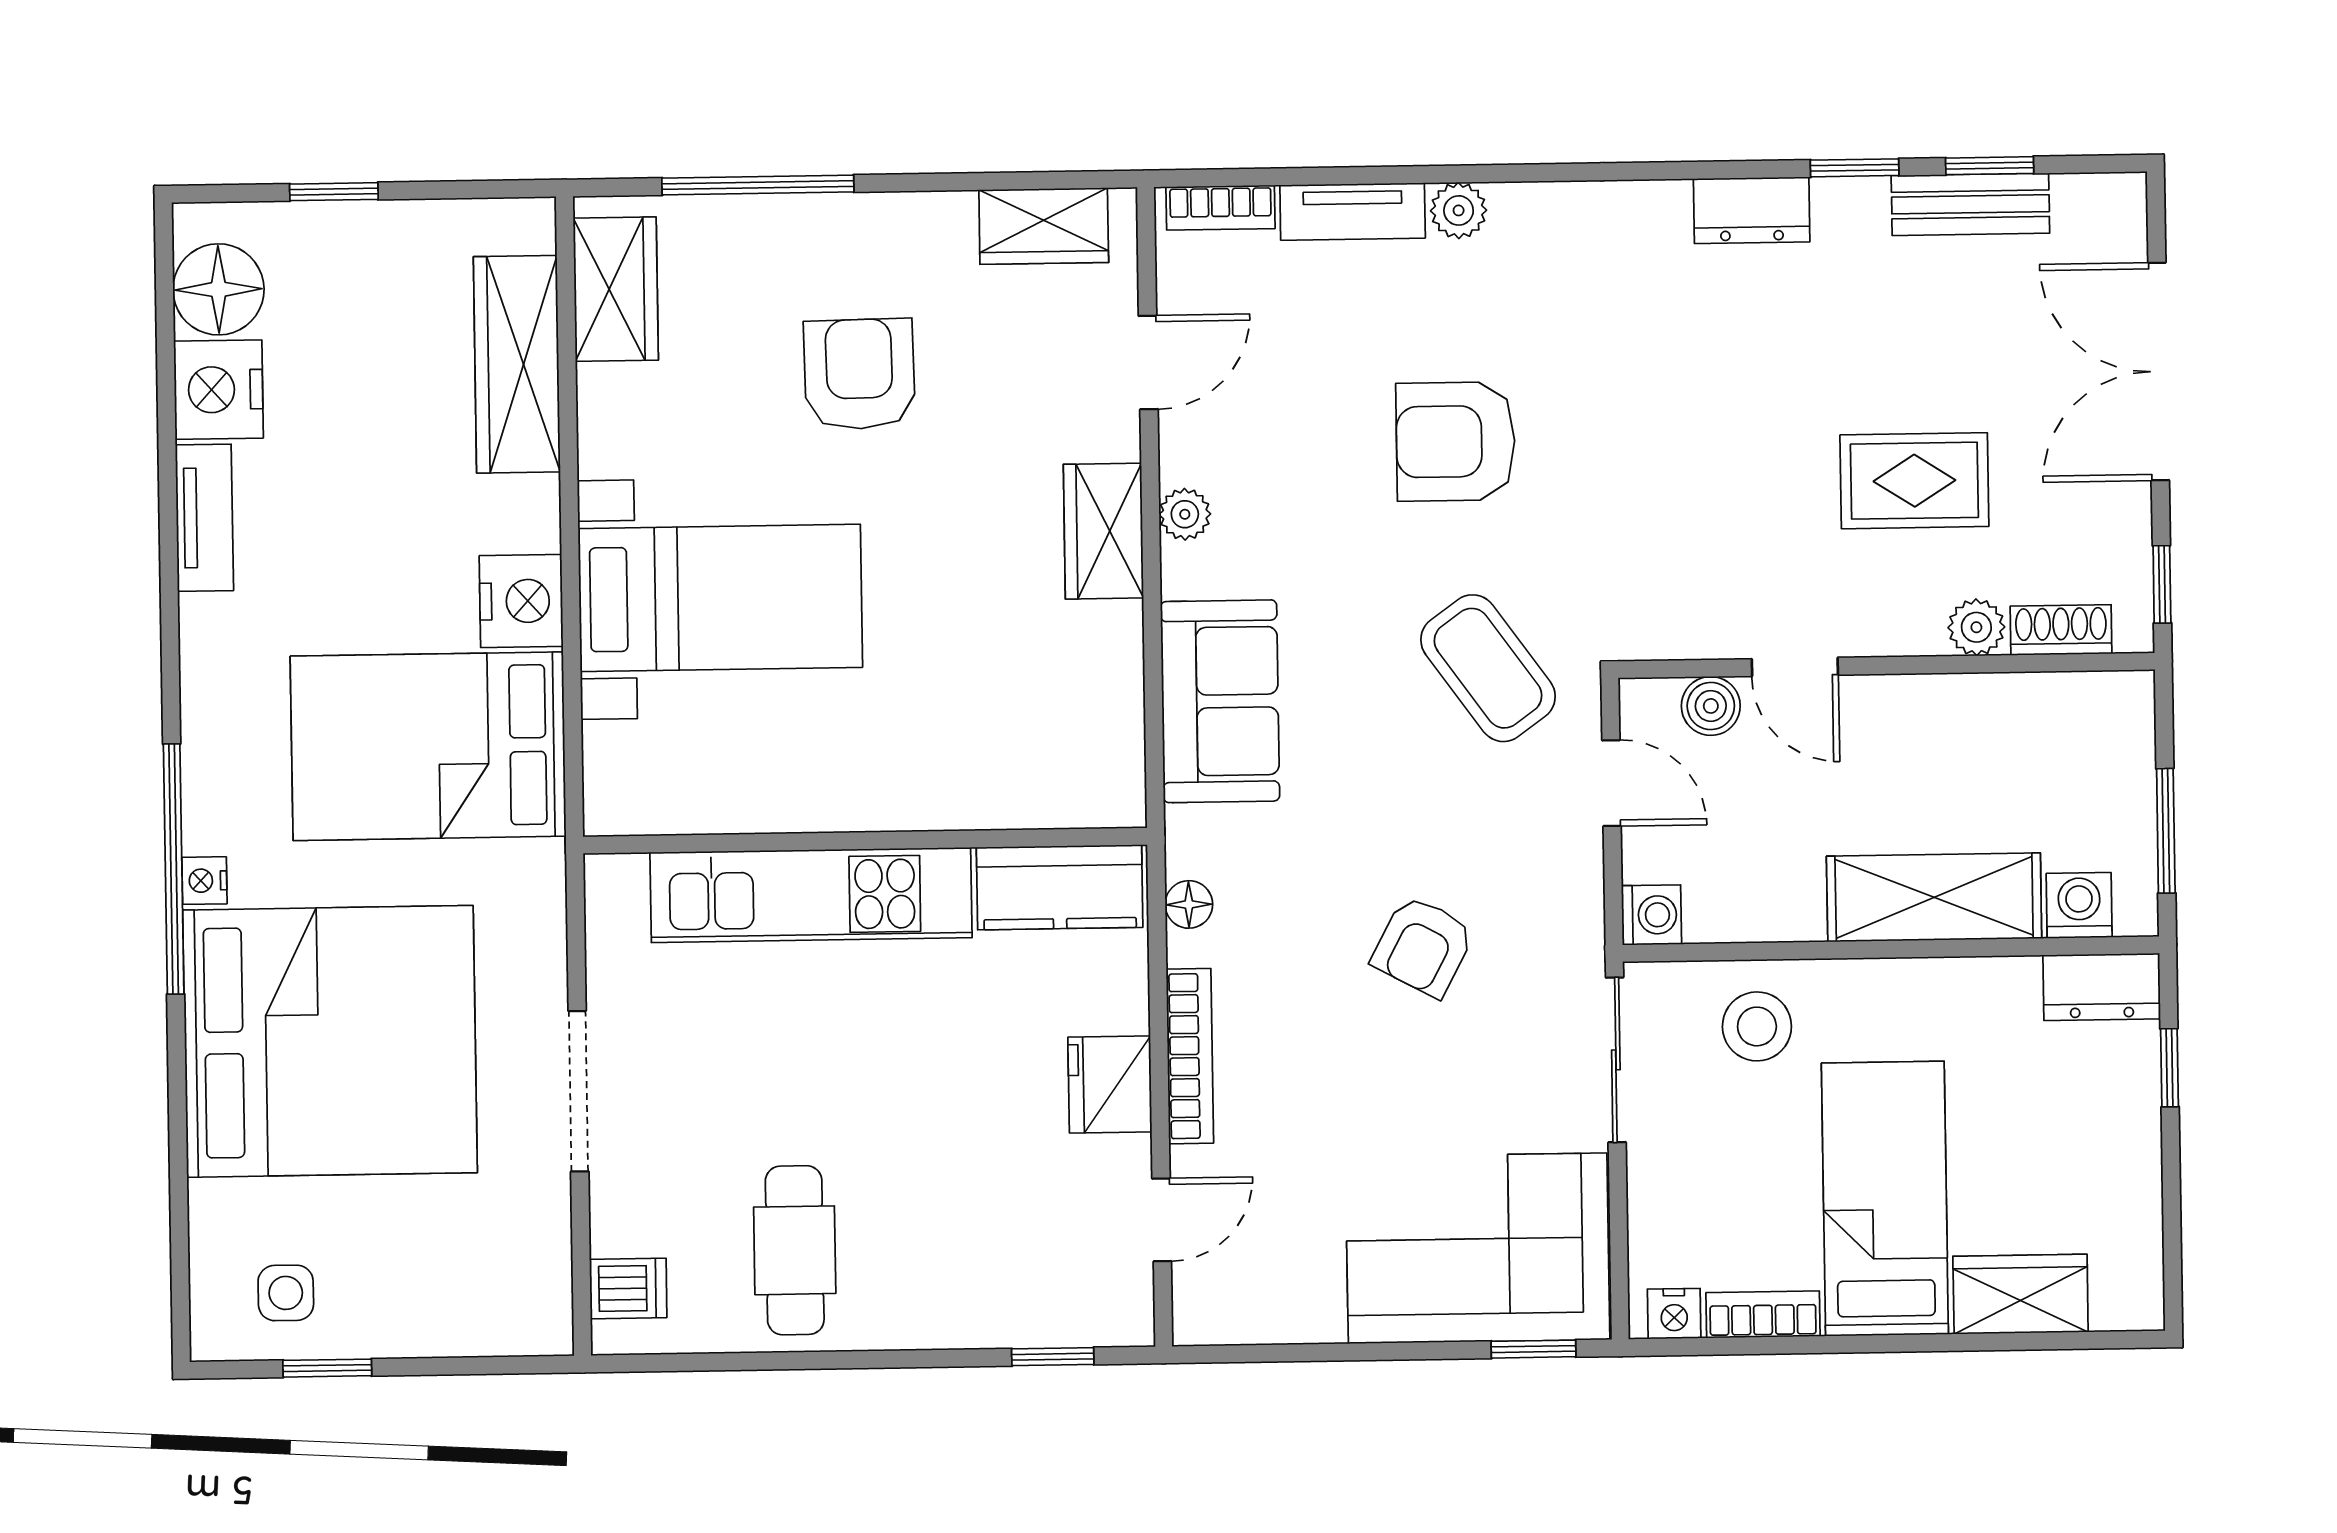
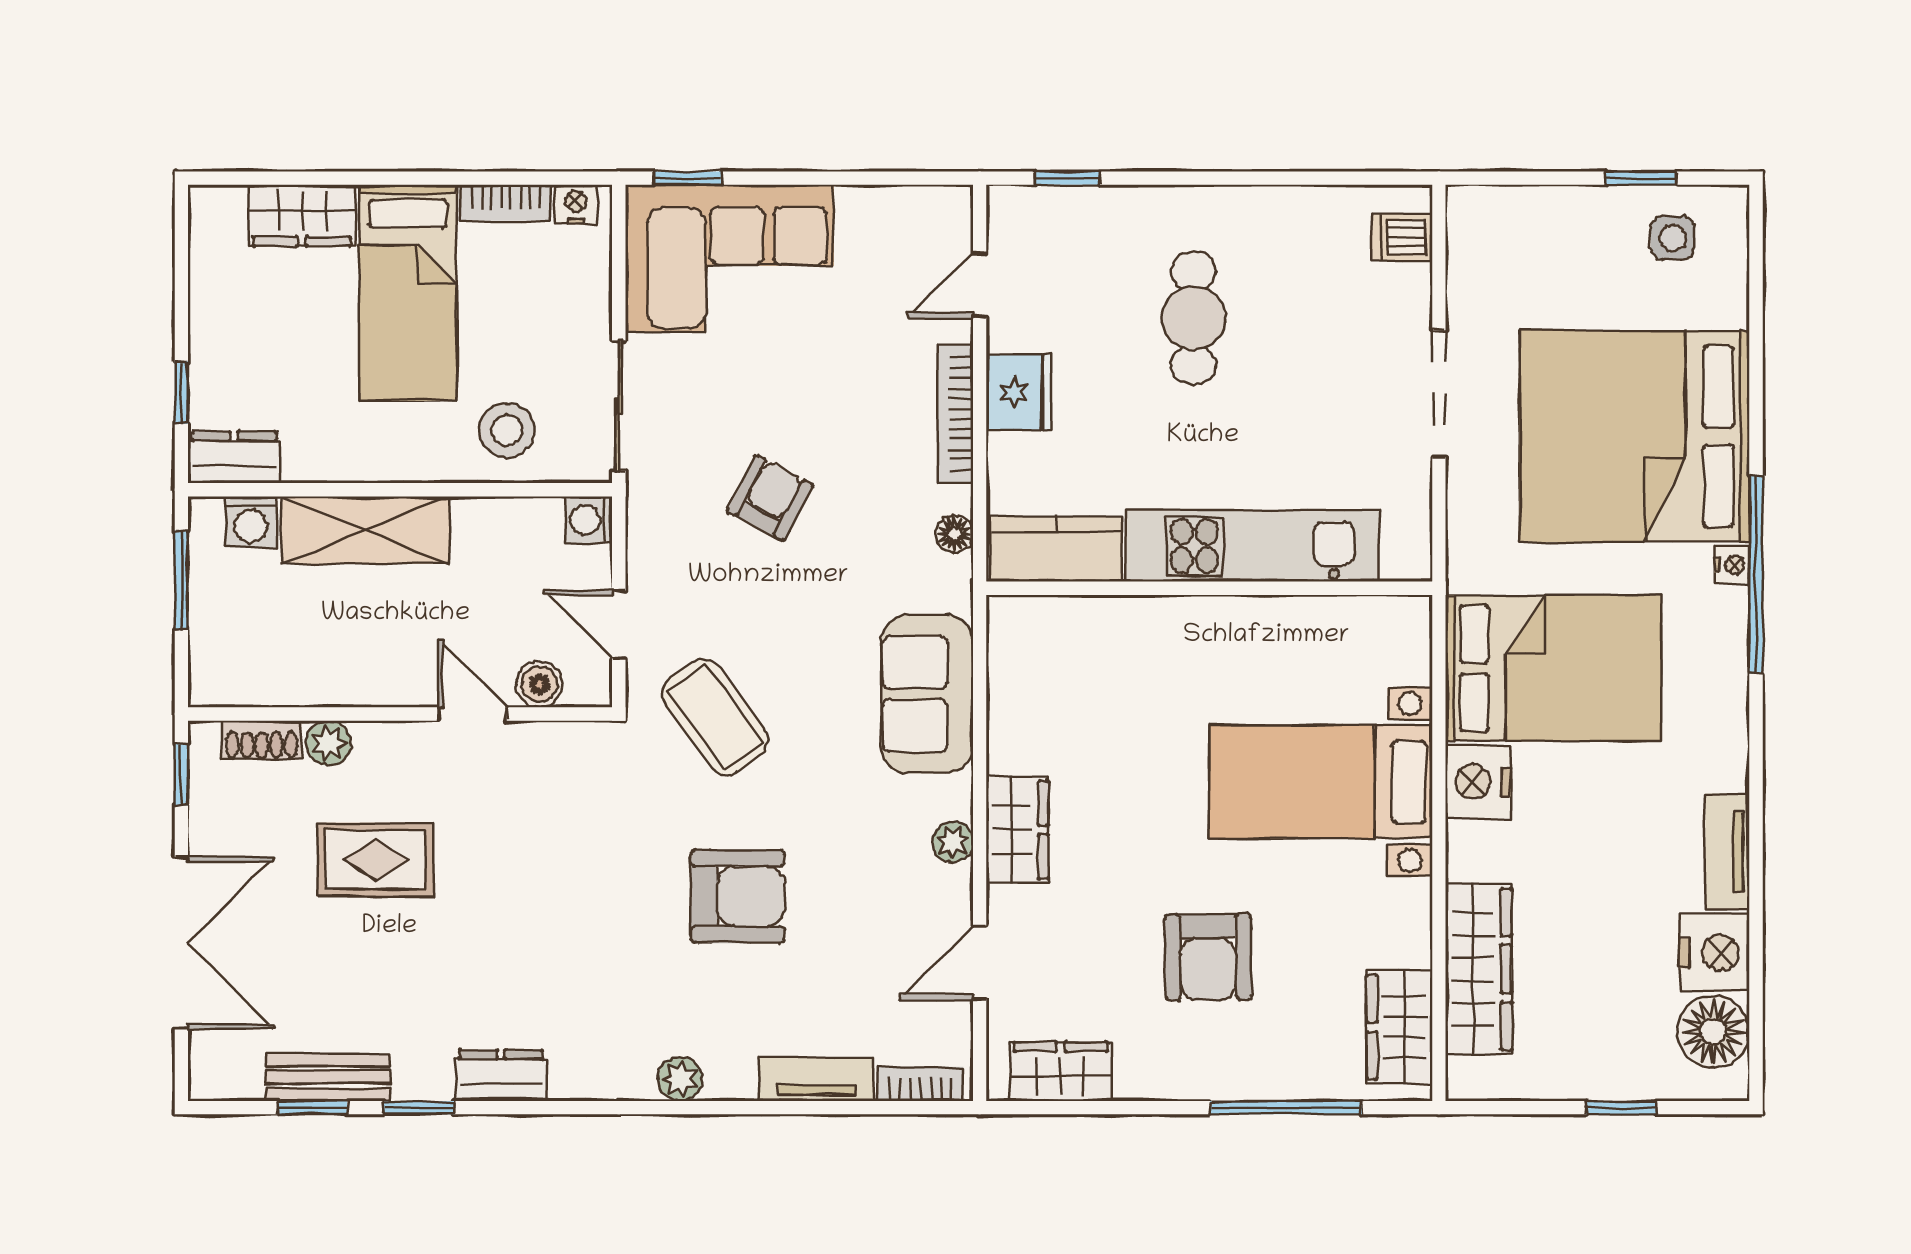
plant: (1459, 210) -> (680, 1079), moved
cafe table: (795, 1250) -> (1194, 318), moved

